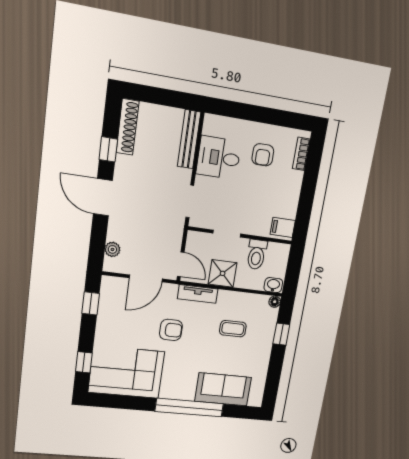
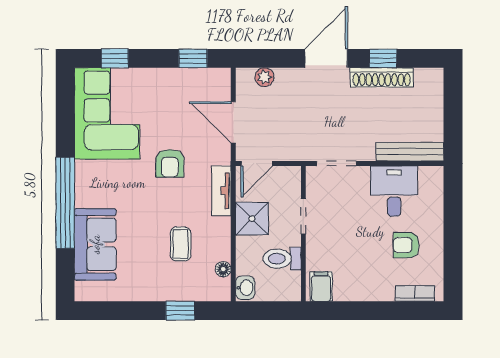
shoe rack: (127, 127) -> (382, 77), moved
floor lamp: (275, 302) -> (223, 269), moved

